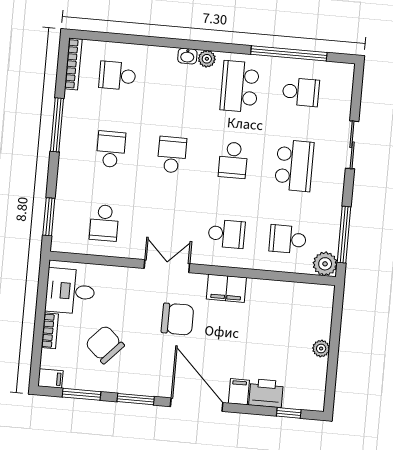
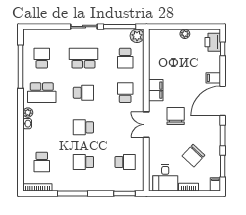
sliding door: (352, 145) -> (84, 27), moved
printer: (266, 393) -> (213, 42), moved

